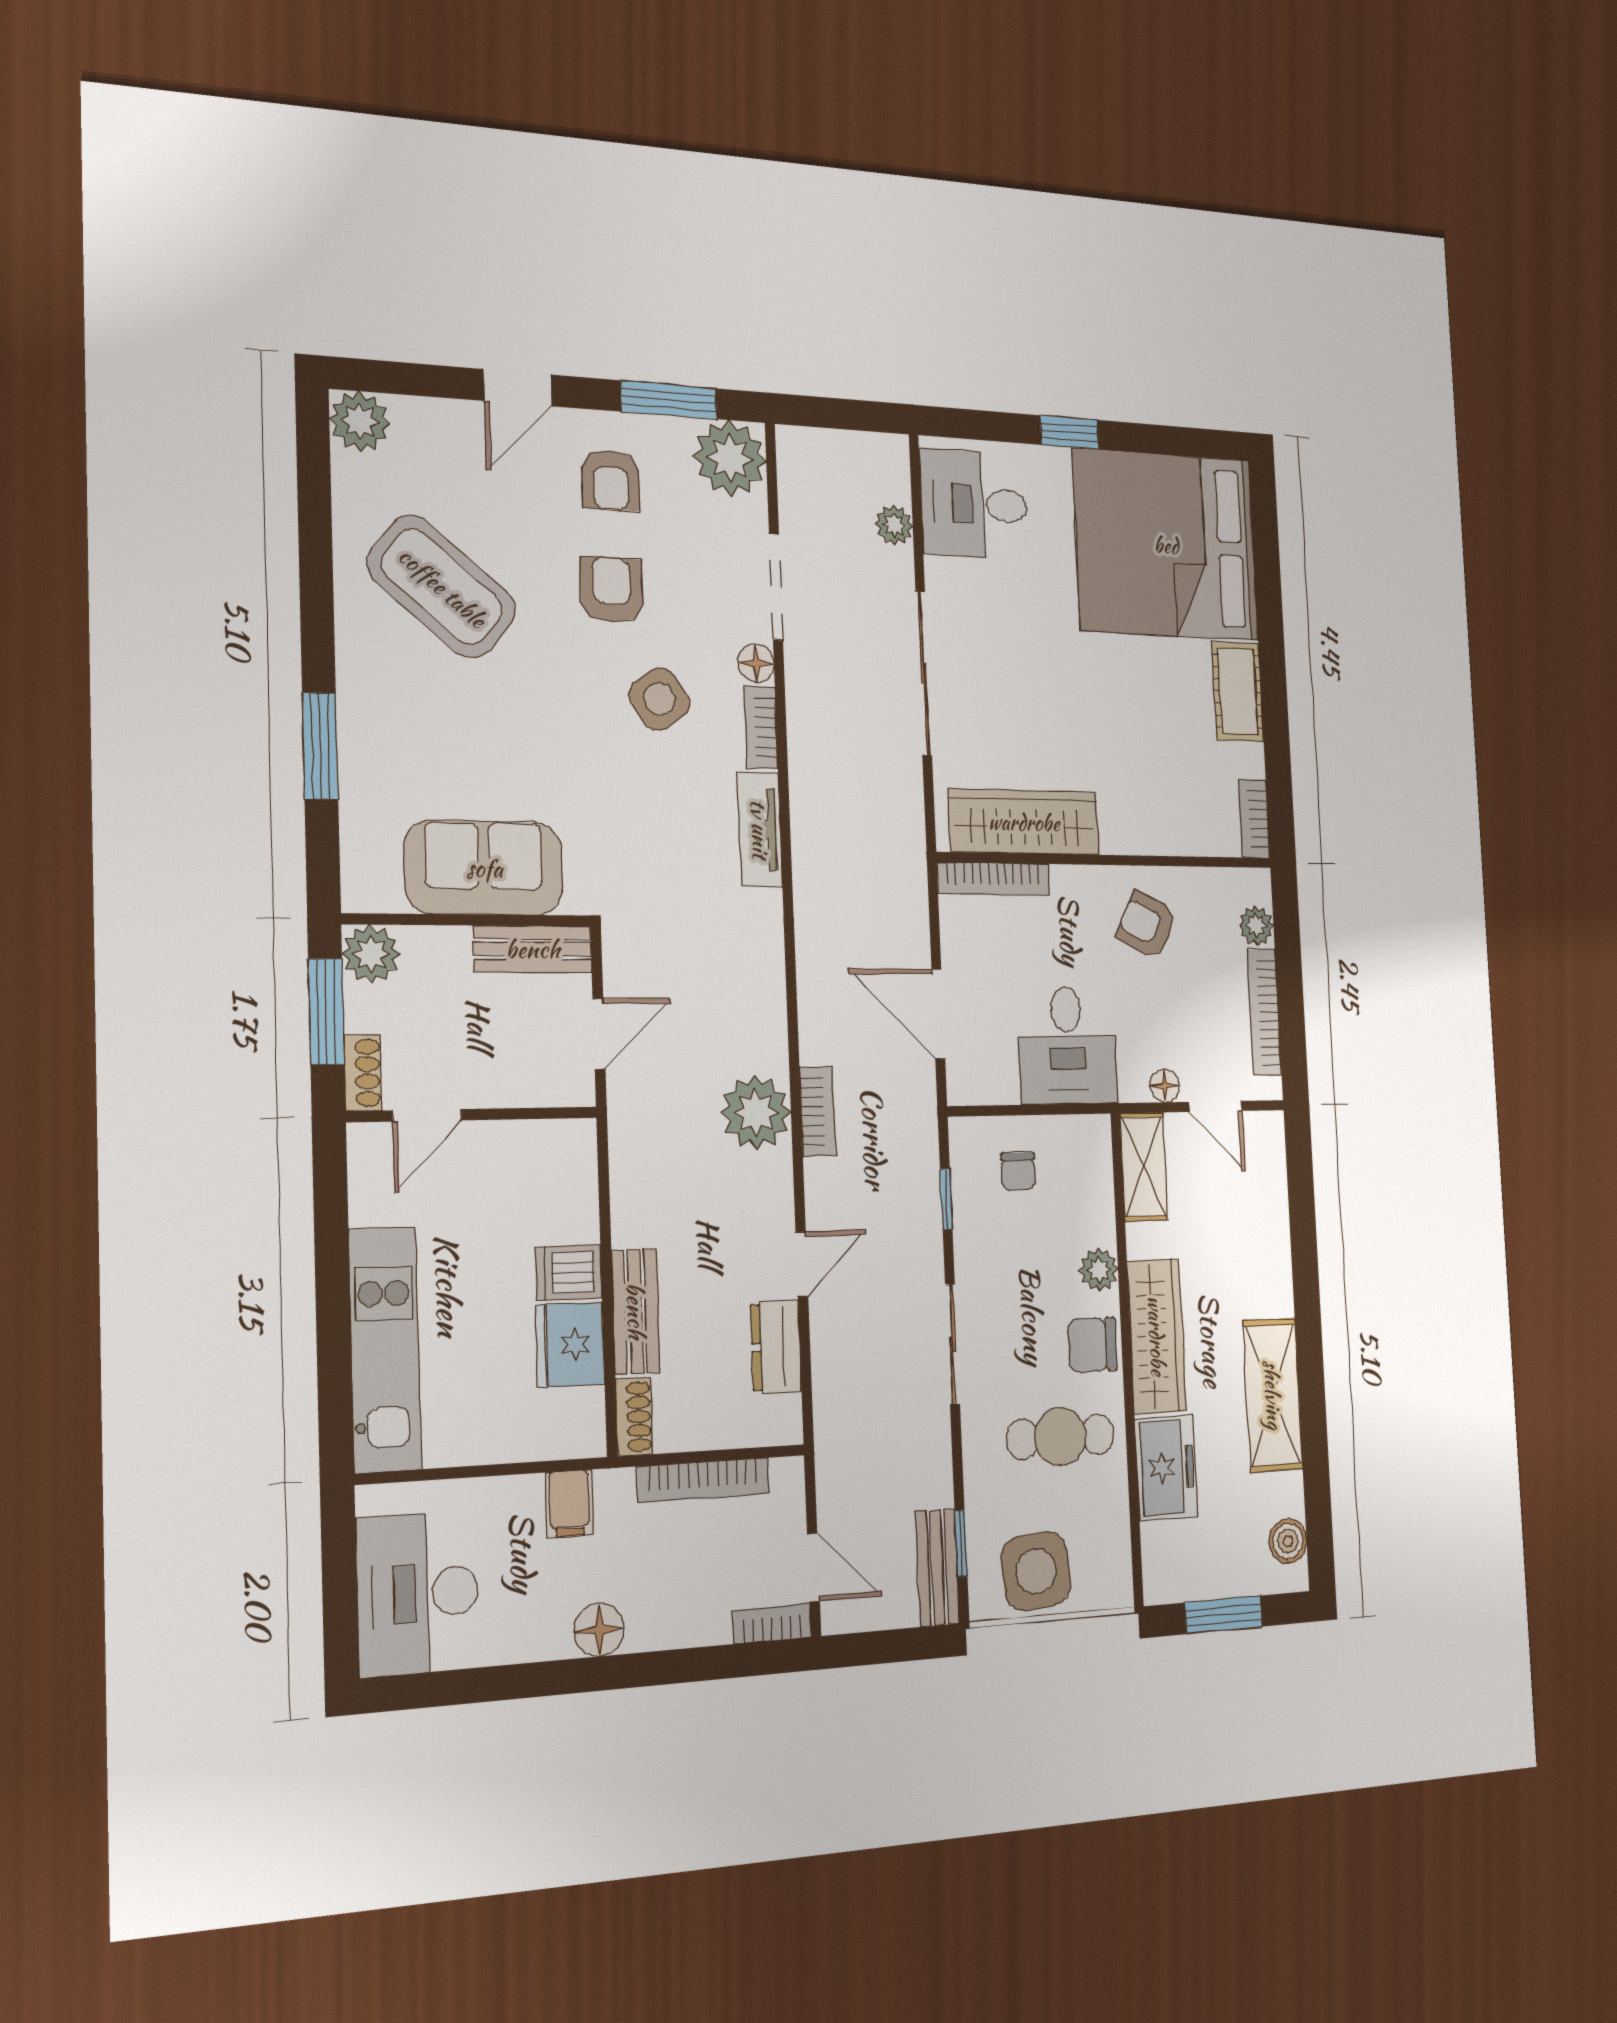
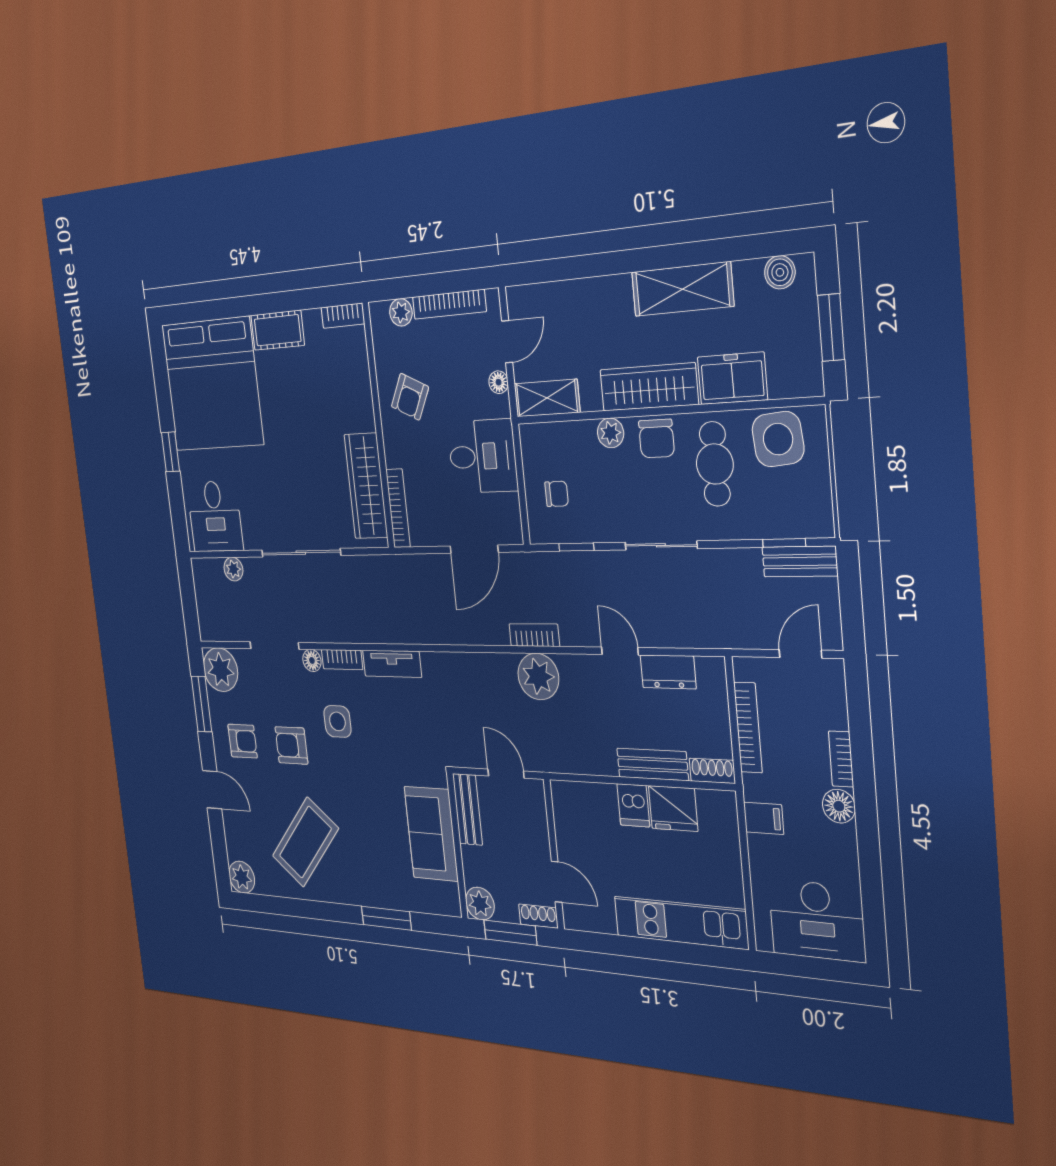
side table: (659, 699) -> (337, 721), turned 35
side table: (1036, 1571) -> (778, 439), moved
bookcase: (772, 1624) -> (841, 759), moved

